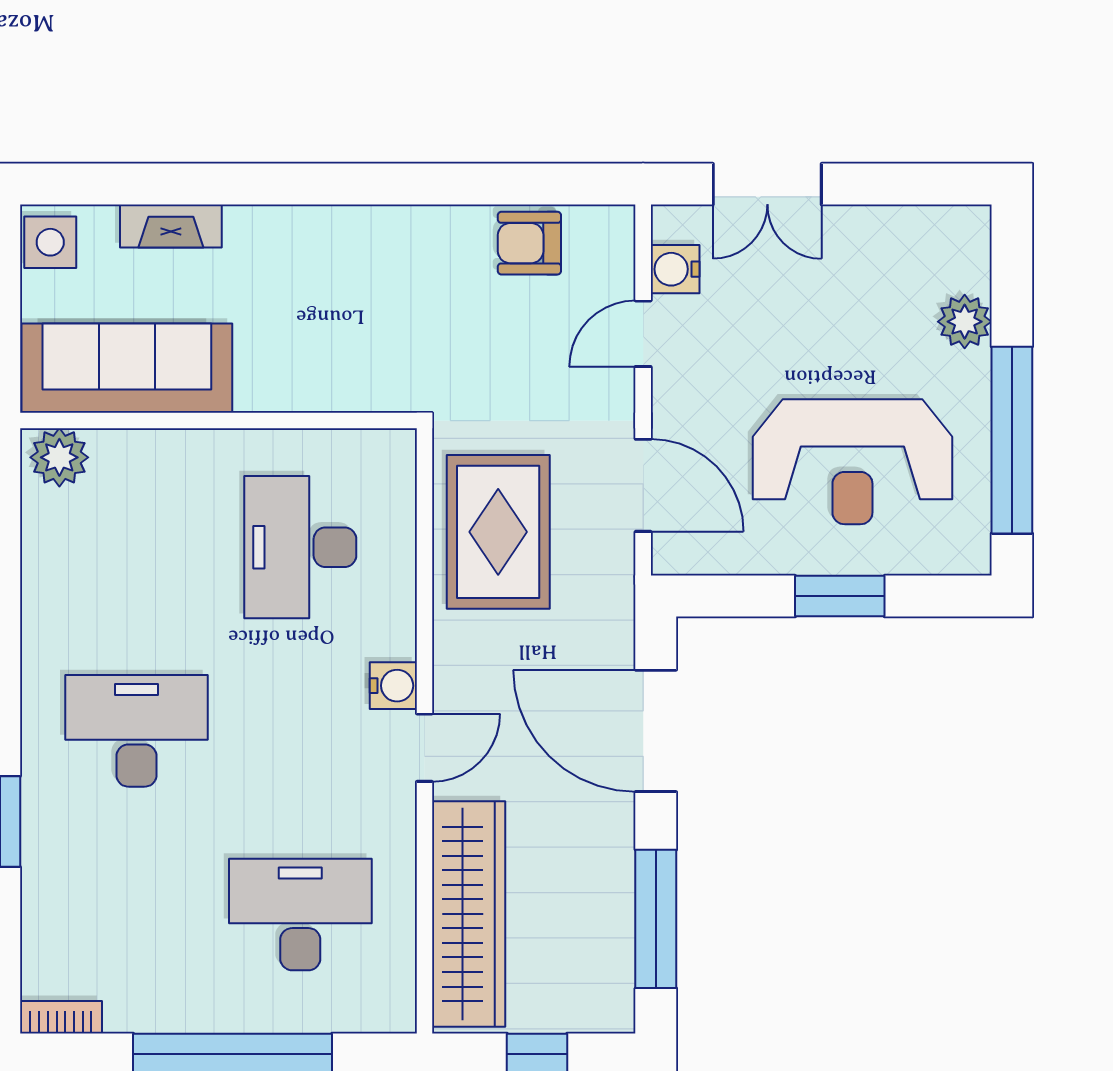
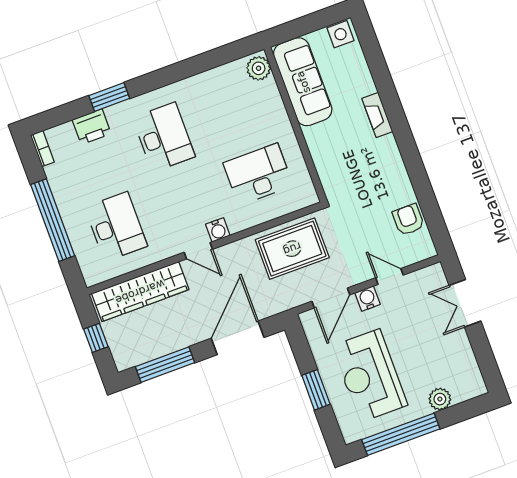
fireplace: (171, 226) -> (377, 115), moved
water cooler: (675, 269) -> (368, 299), moved
printer: (52, 887) -> (92, 127), added

